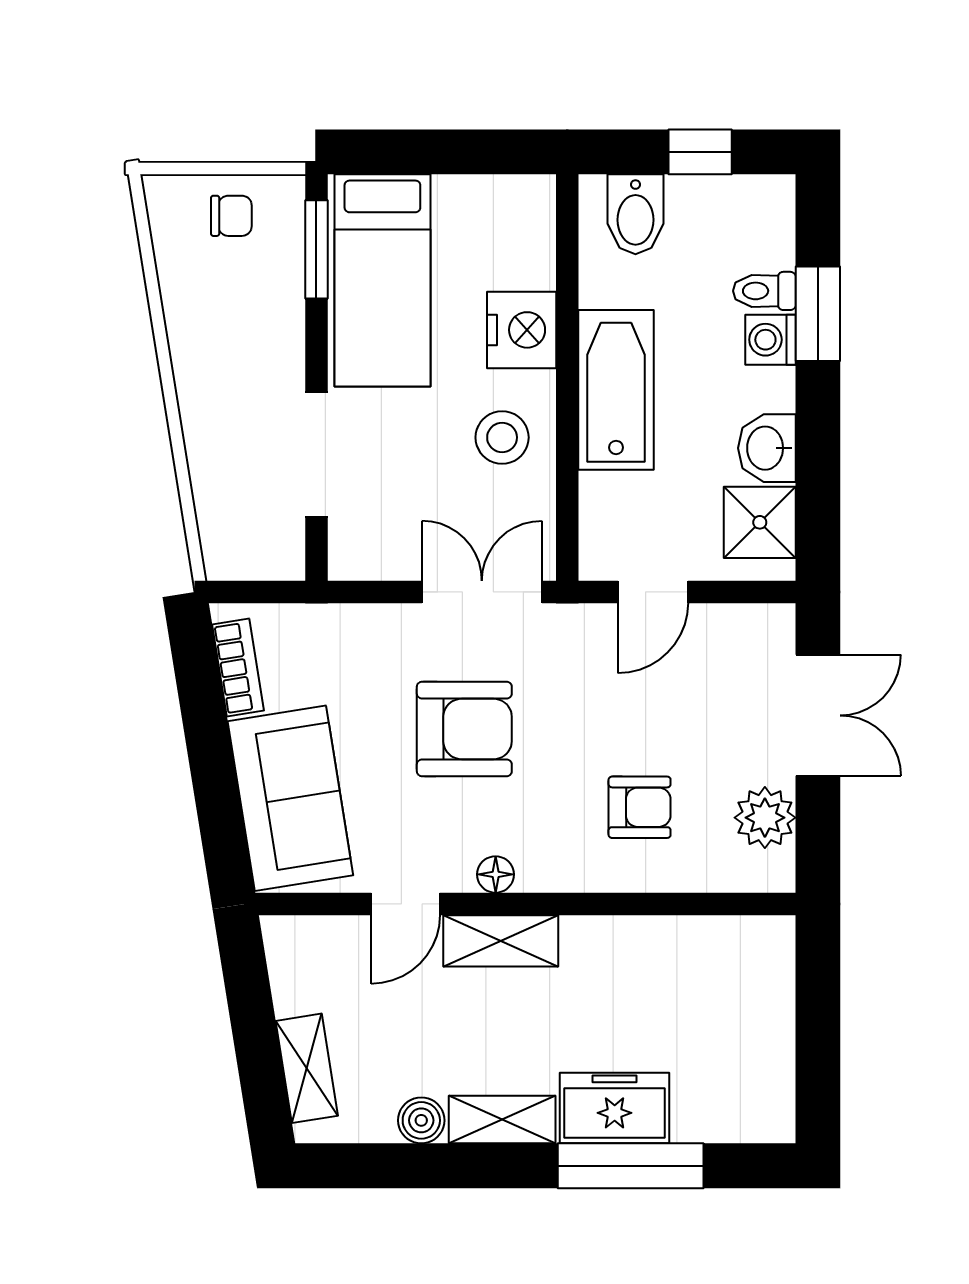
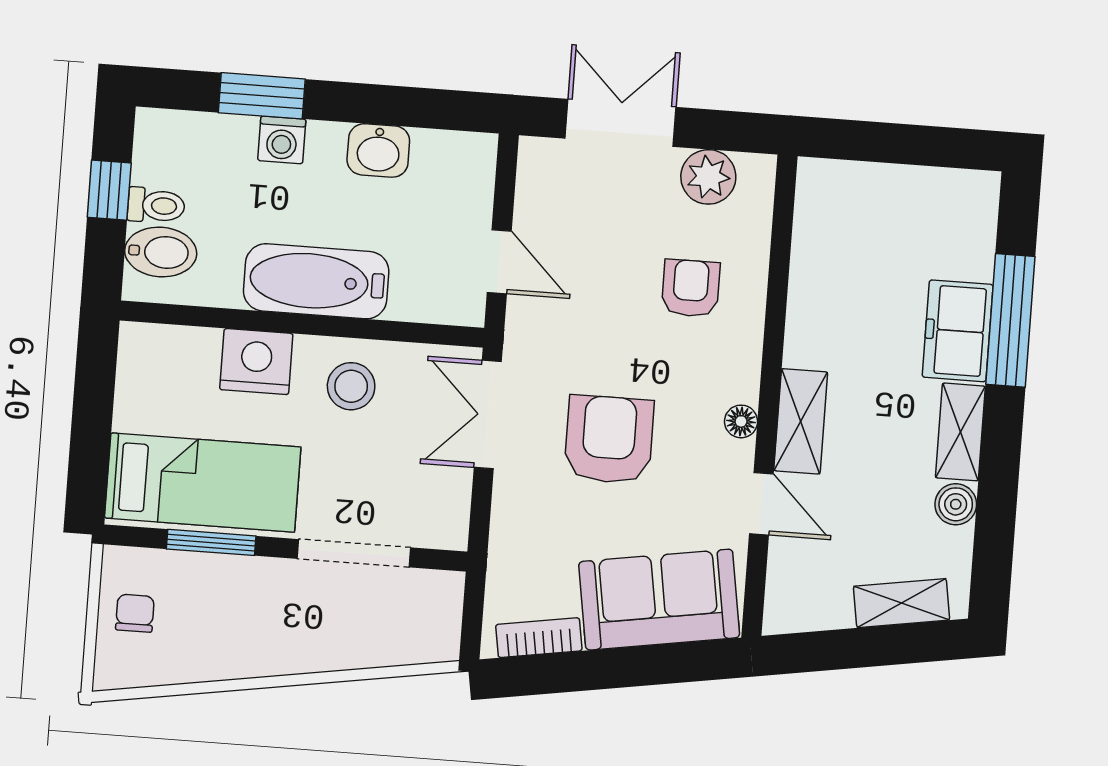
window: (316, 249) -> (211, 542), moved
toilet: (764, 291) -> (156, 206), moved, turned -90
shower: (760, 522) -> (444, 162), removed

